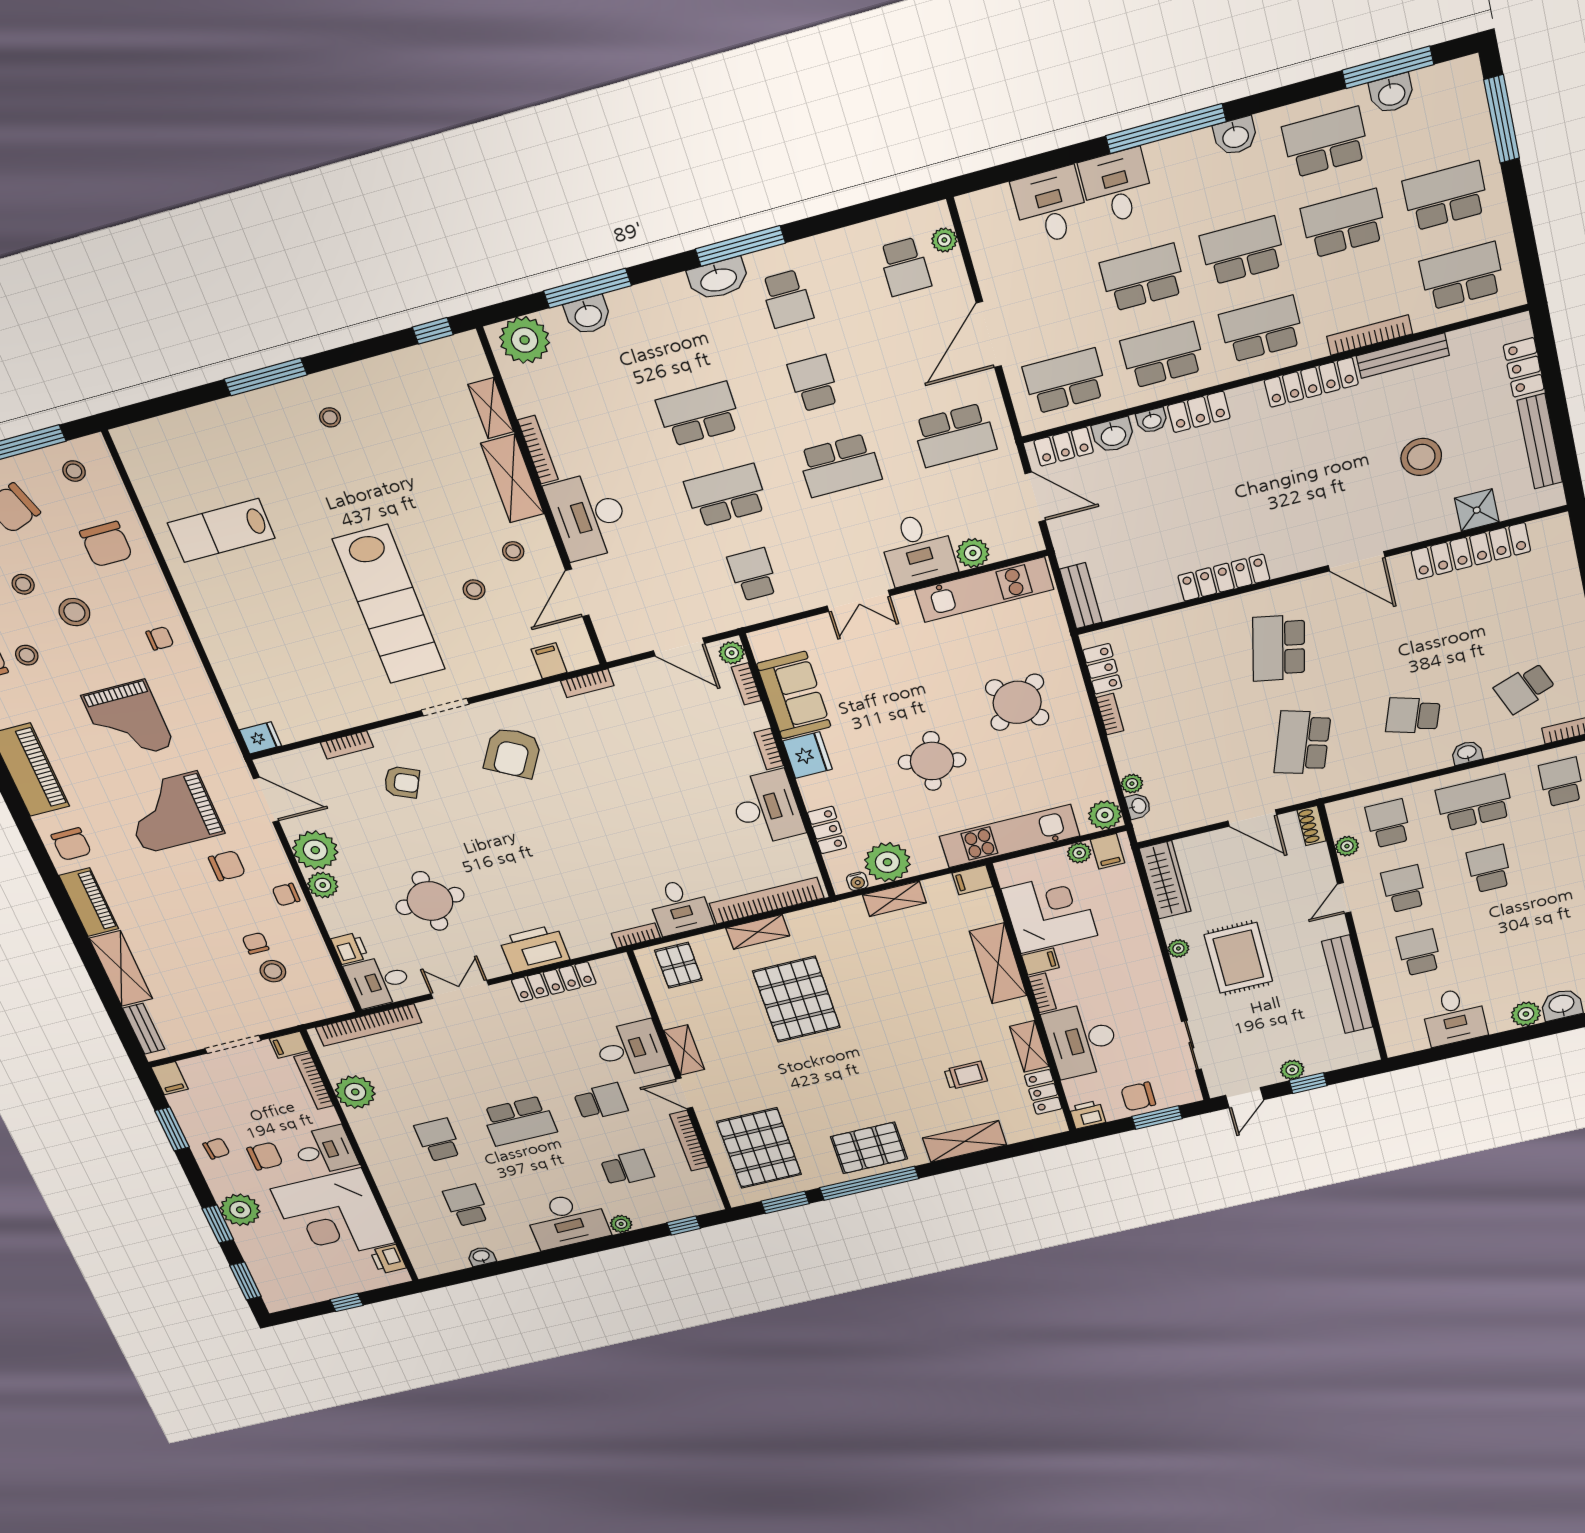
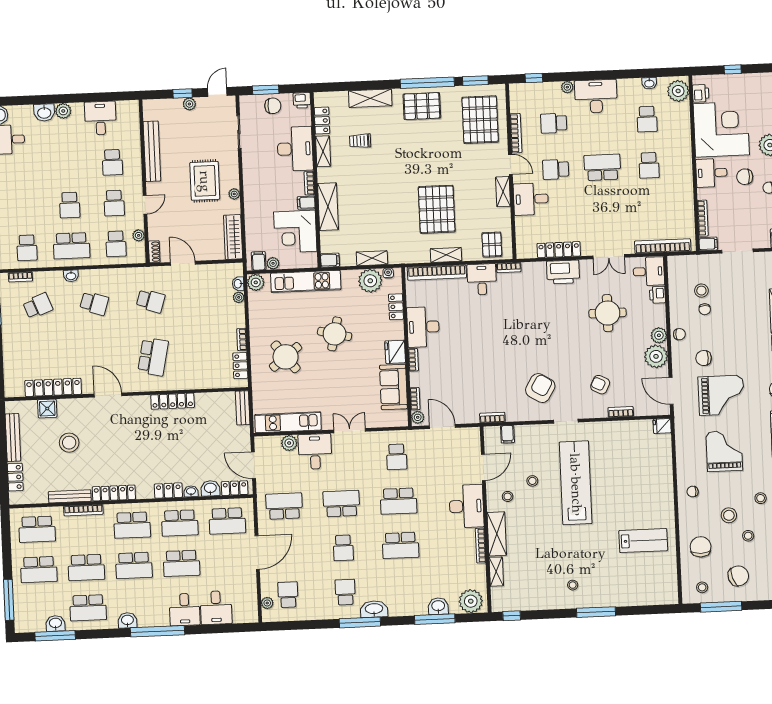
school desk: (1302, 743) -> (151, 301), width x0.54
plant: (355, 1092) -> (678, 91), moved

